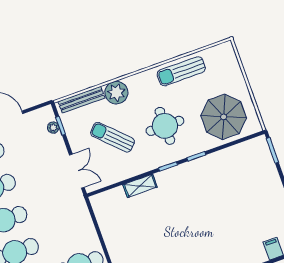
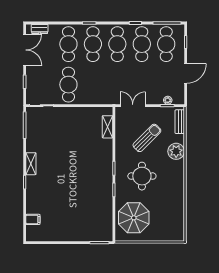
sun lounger: (181, 71) -> (175, 200), removed
bench: (81, 100) -> (180, 122), width x0.73
double door: (77, 171) -> (133, 106), swing flipped
shelving: (140, 186) -> (107, 127), moved

